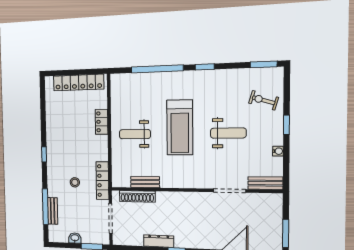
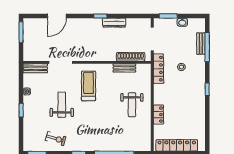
exercise bike: (264, 100) -> (56, 139), moved
treadmill: (180, 128) -> (89, 86), moved, width x0.73, depth x0.73
weight bench: (228, 133) -> (62, 105), turned 90
weight bench: (135, 134) -> (132, 105), turned 90

